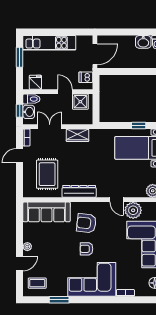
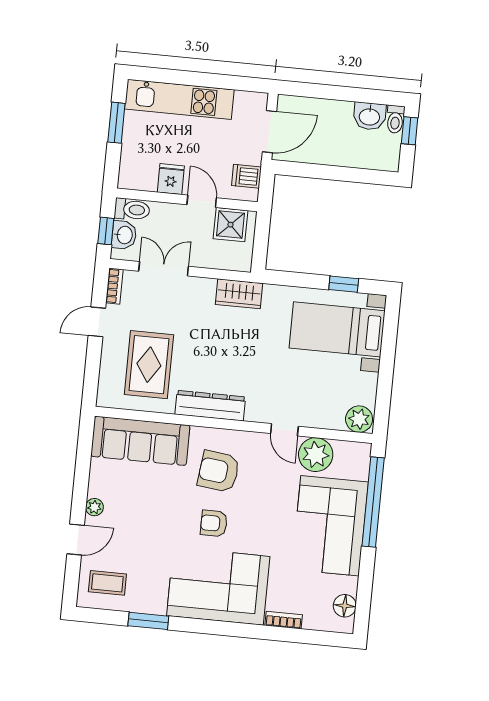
fridge: (35, 82) -> (171, 179), moved
wardrobe: (77, 135) -> (239, 294), moved

